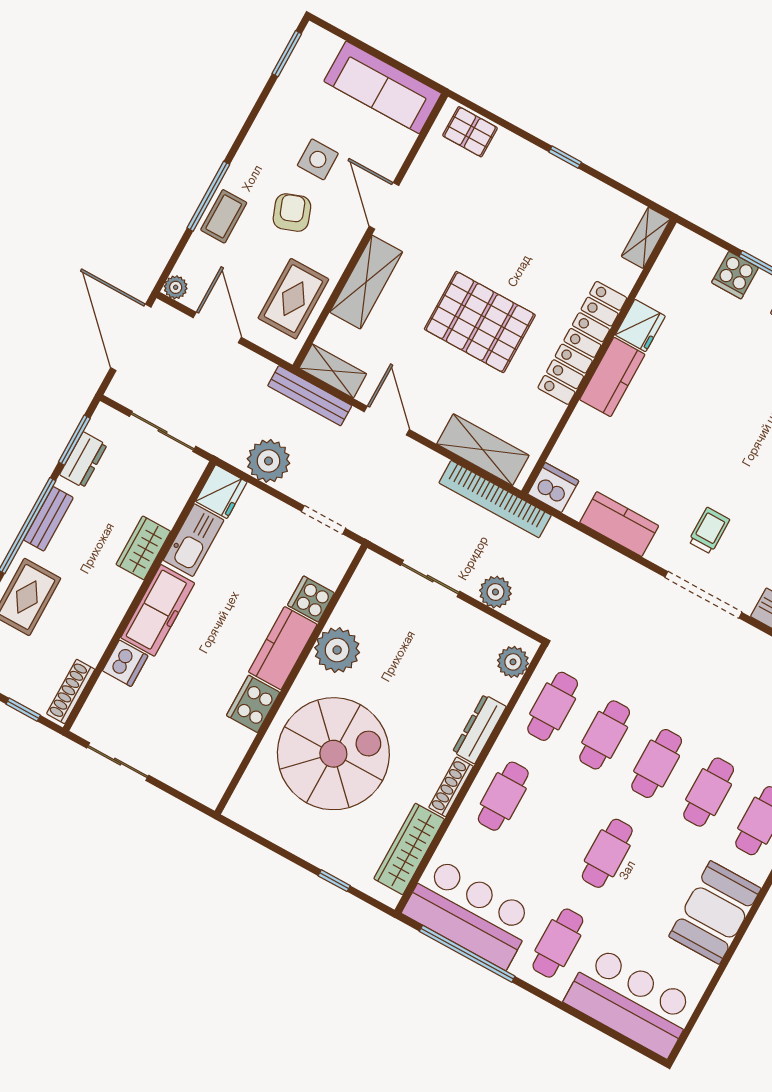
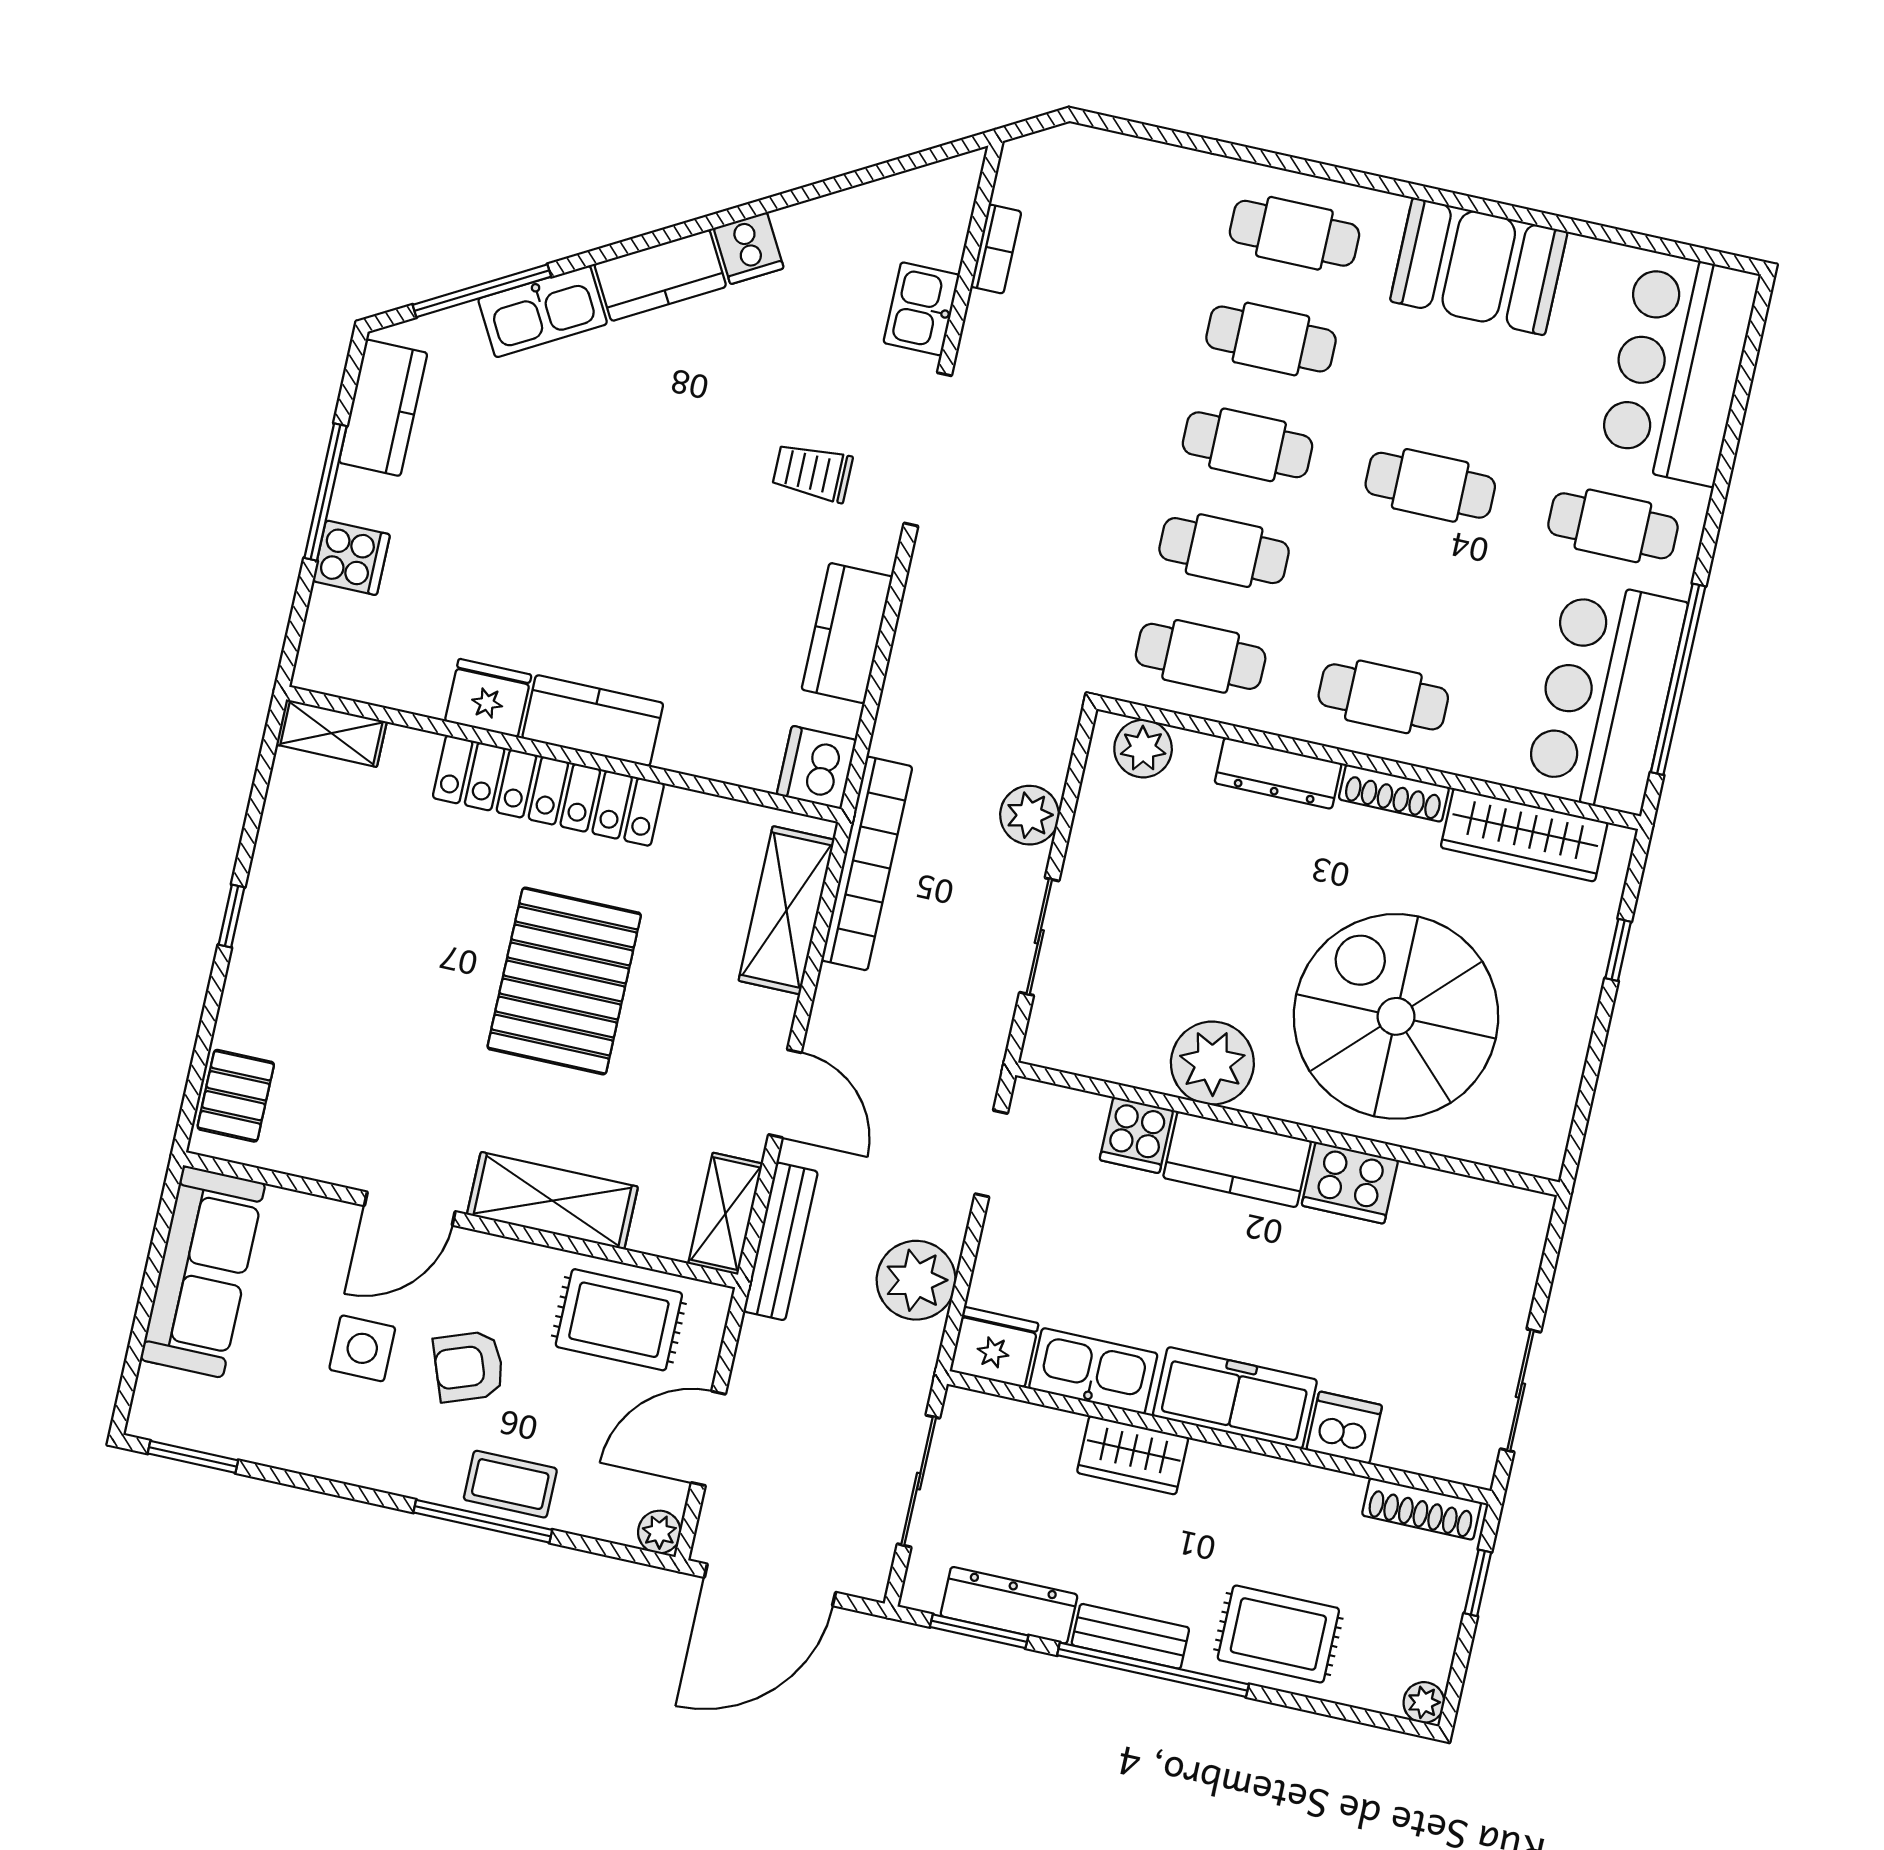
door: (387, 421) -> (785, 1094), swing flipped
dresser: (83, 460) -> (1009, 1605), width x1.44

